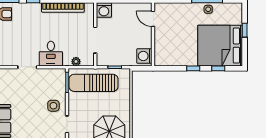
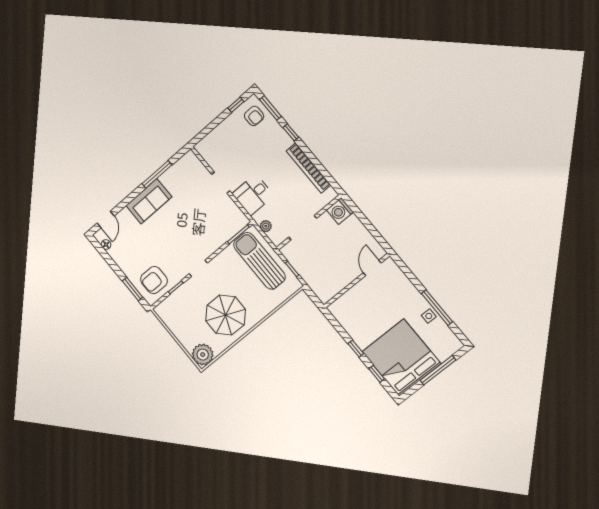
window: (245, 30) -> (438, 370), width x2.17
washing machine: (144, 56) -> (328, 290), removed
side table: (53, 106) -> (205, 240), removed

